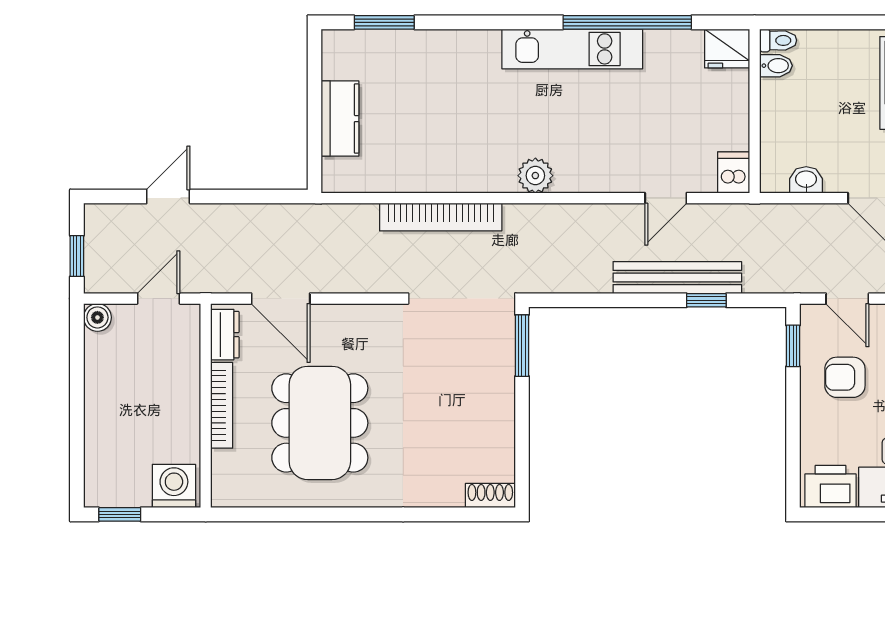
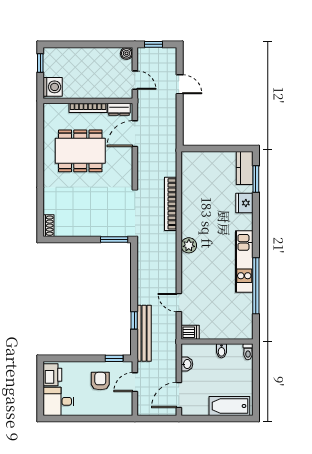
fridge: (727, 49) -> (244, 203), moved
bidet: (776, 66) -> (221, 351), moved
kitchen counter: (340, 119) -> (245, 168), moved, turned 90
bench: (677, 278) -> (144, 333), moved

